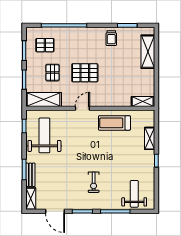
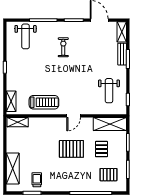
trolley: (111, 38) -> (37, 180), moved
weight bench: (44, 135) -> (109, 91), width x0.73, depth x0.75
shelving: (150, 138) -> (11, 101), moved

